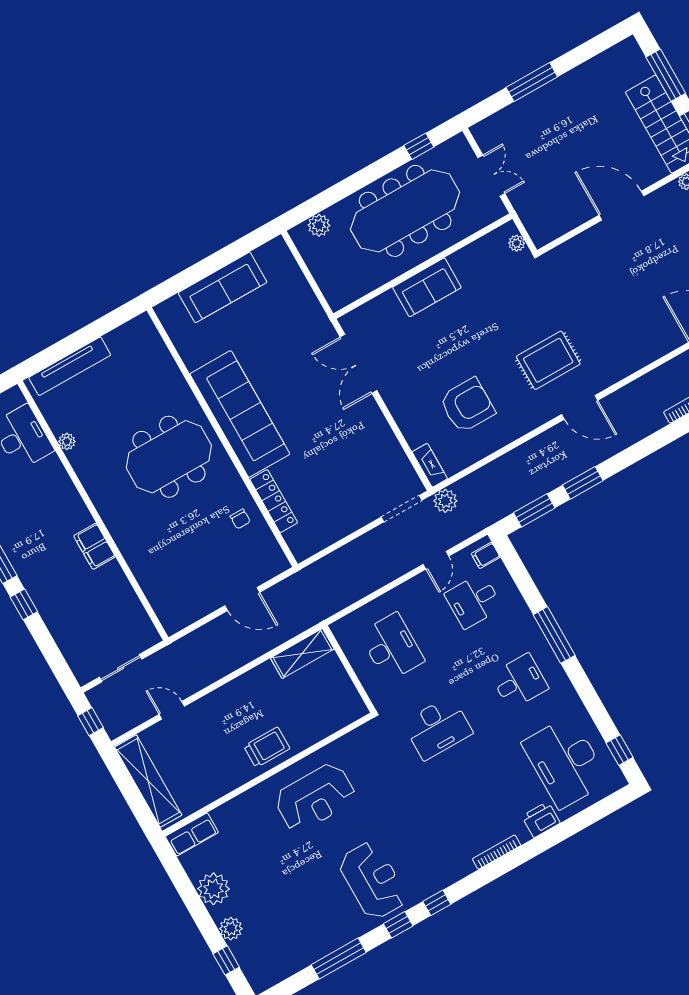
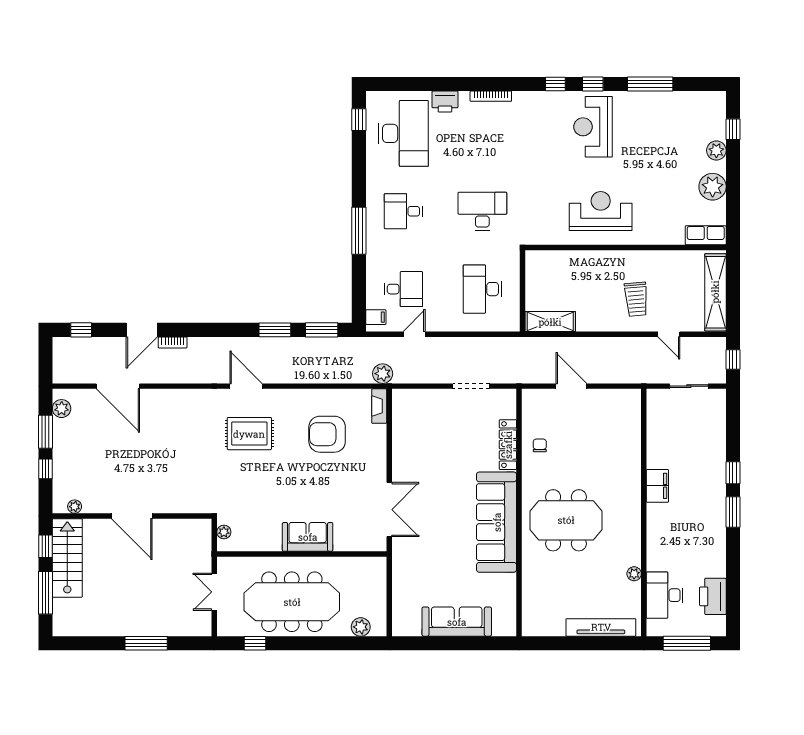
doorway: (401, 509) -> (471, 386), moved
trolley: (267, 747) -> (636, 299), moved, turned -95

